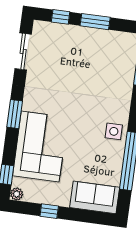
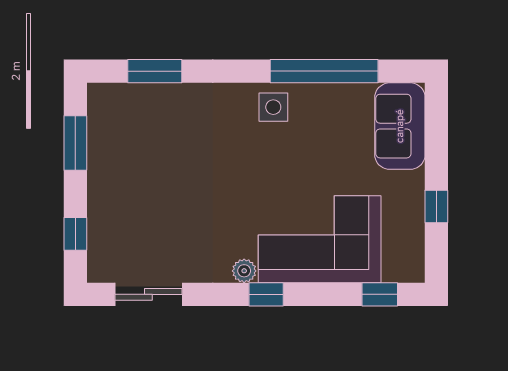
window: (95, 22) -> (75, 143), moved
window: (15, 114) -> (266, 294), width x0.67
plant: (17, 194) -> (244, 271), moved

